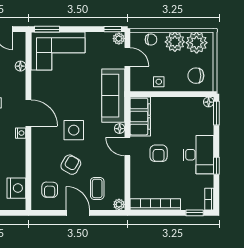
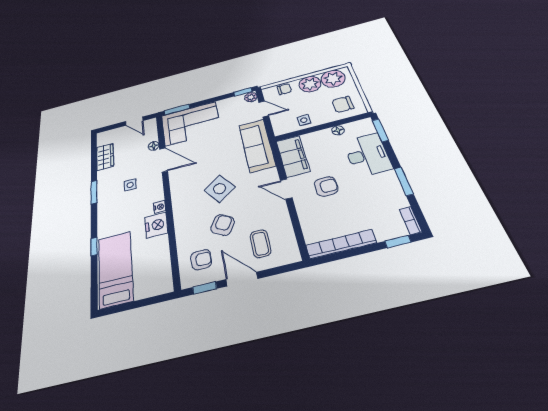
floor lamp: (209, 102) -> (338, 130), moved
door: (28, 113) -> (164, 160), moved
floor lamp: (120, 129) -> (272, 174), removed
side table: (74, 130) -> (220, 189), turned -36
armchair: (159, 153) -> (326, 186), turned -90
desk: (199, 155) -> (367, 155), moved
window: (216, 166) -> (404, 181), width x1.50
nightstand: (16, 188) -> (156, 225), moved
armchair: (50, 190) -> (201, 260), turned -91
plant: (119, 204) -> (293, 256), removed
window: (49, 213) -> (205, 288), added

